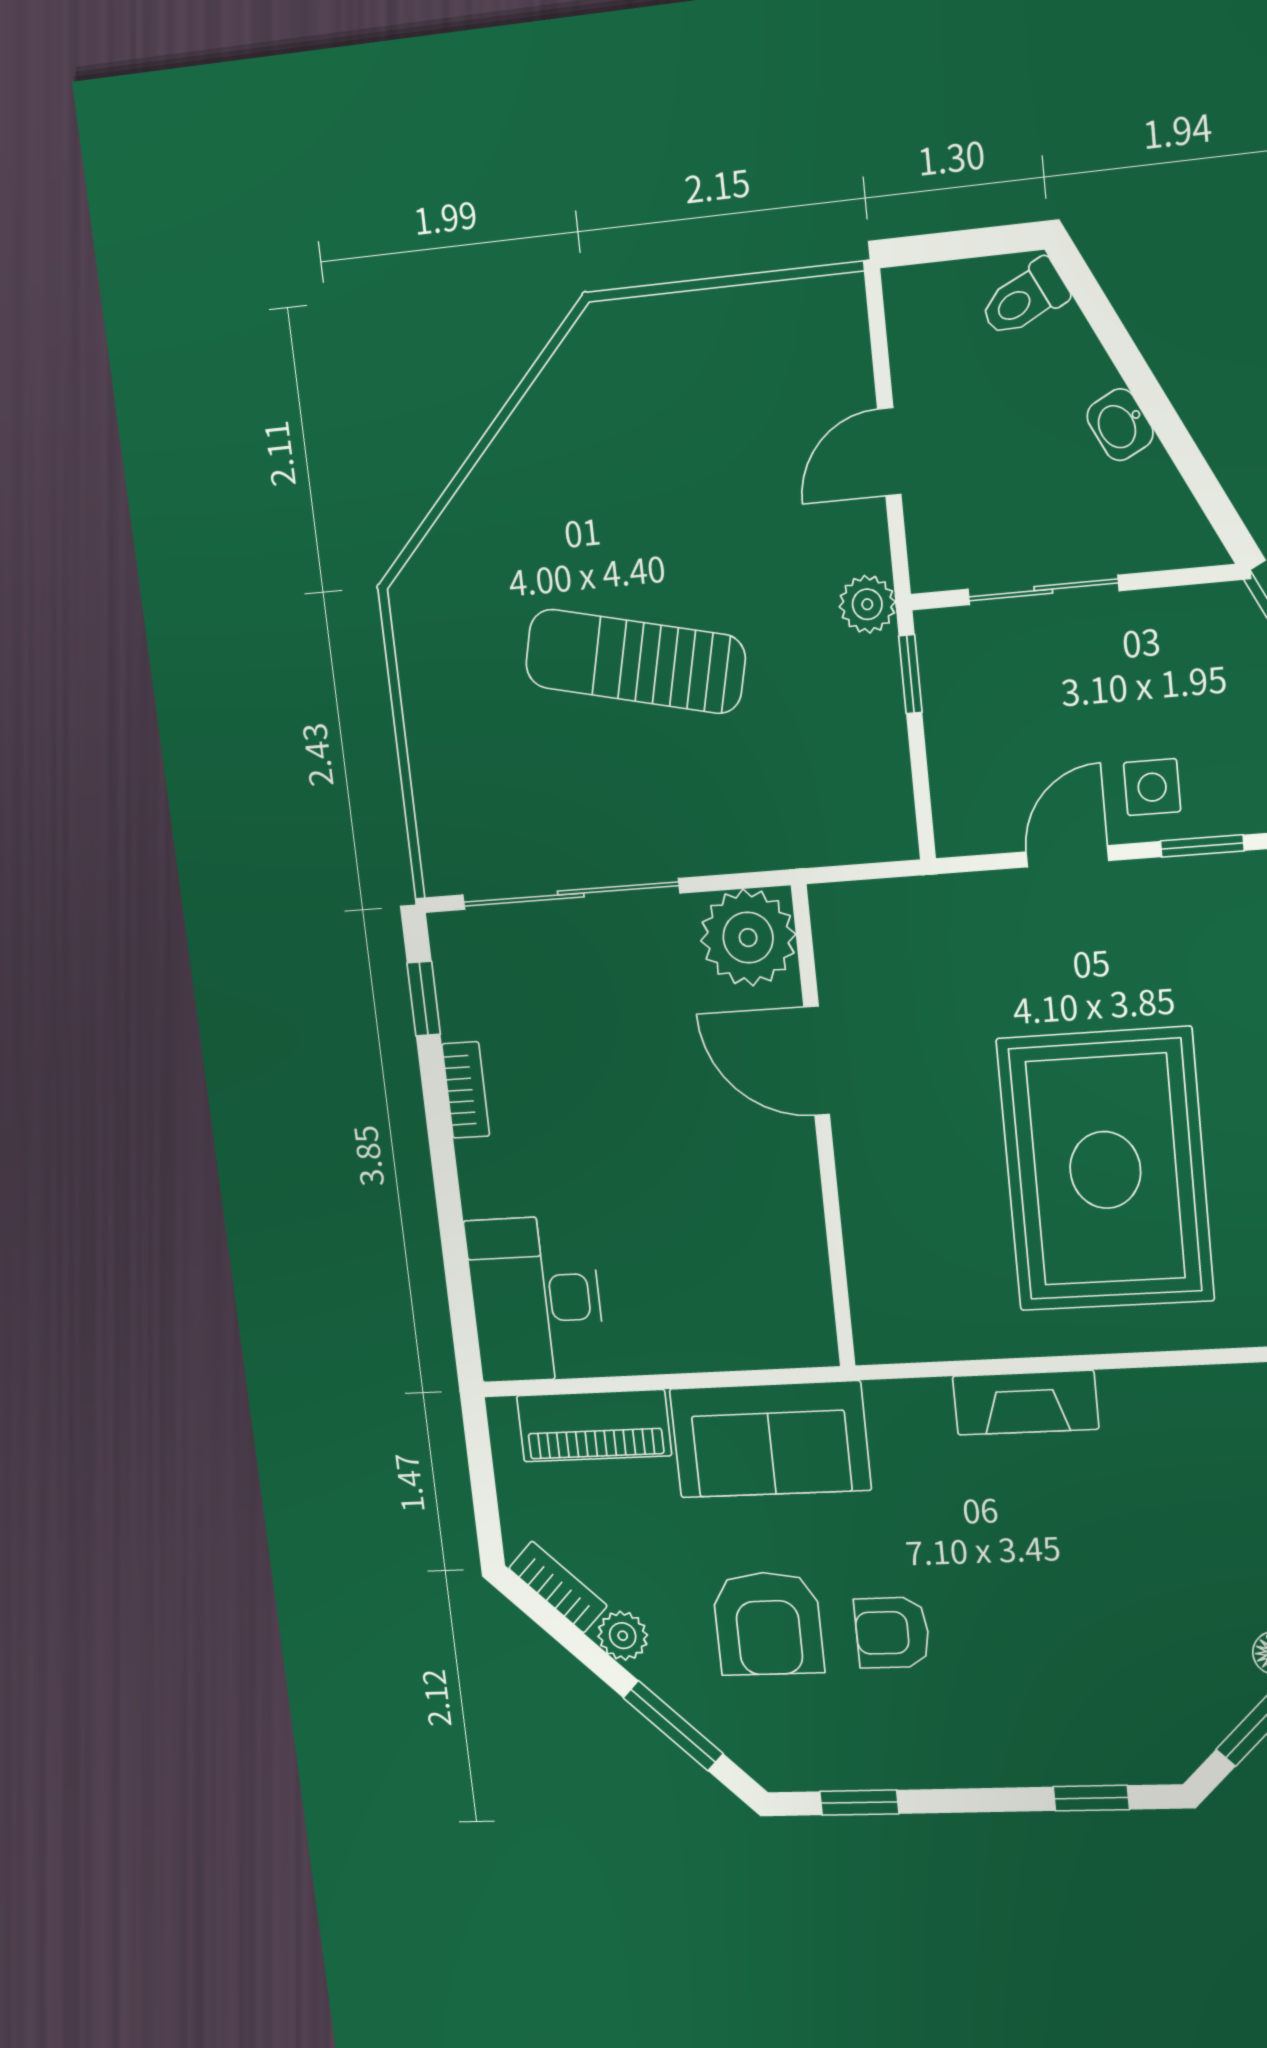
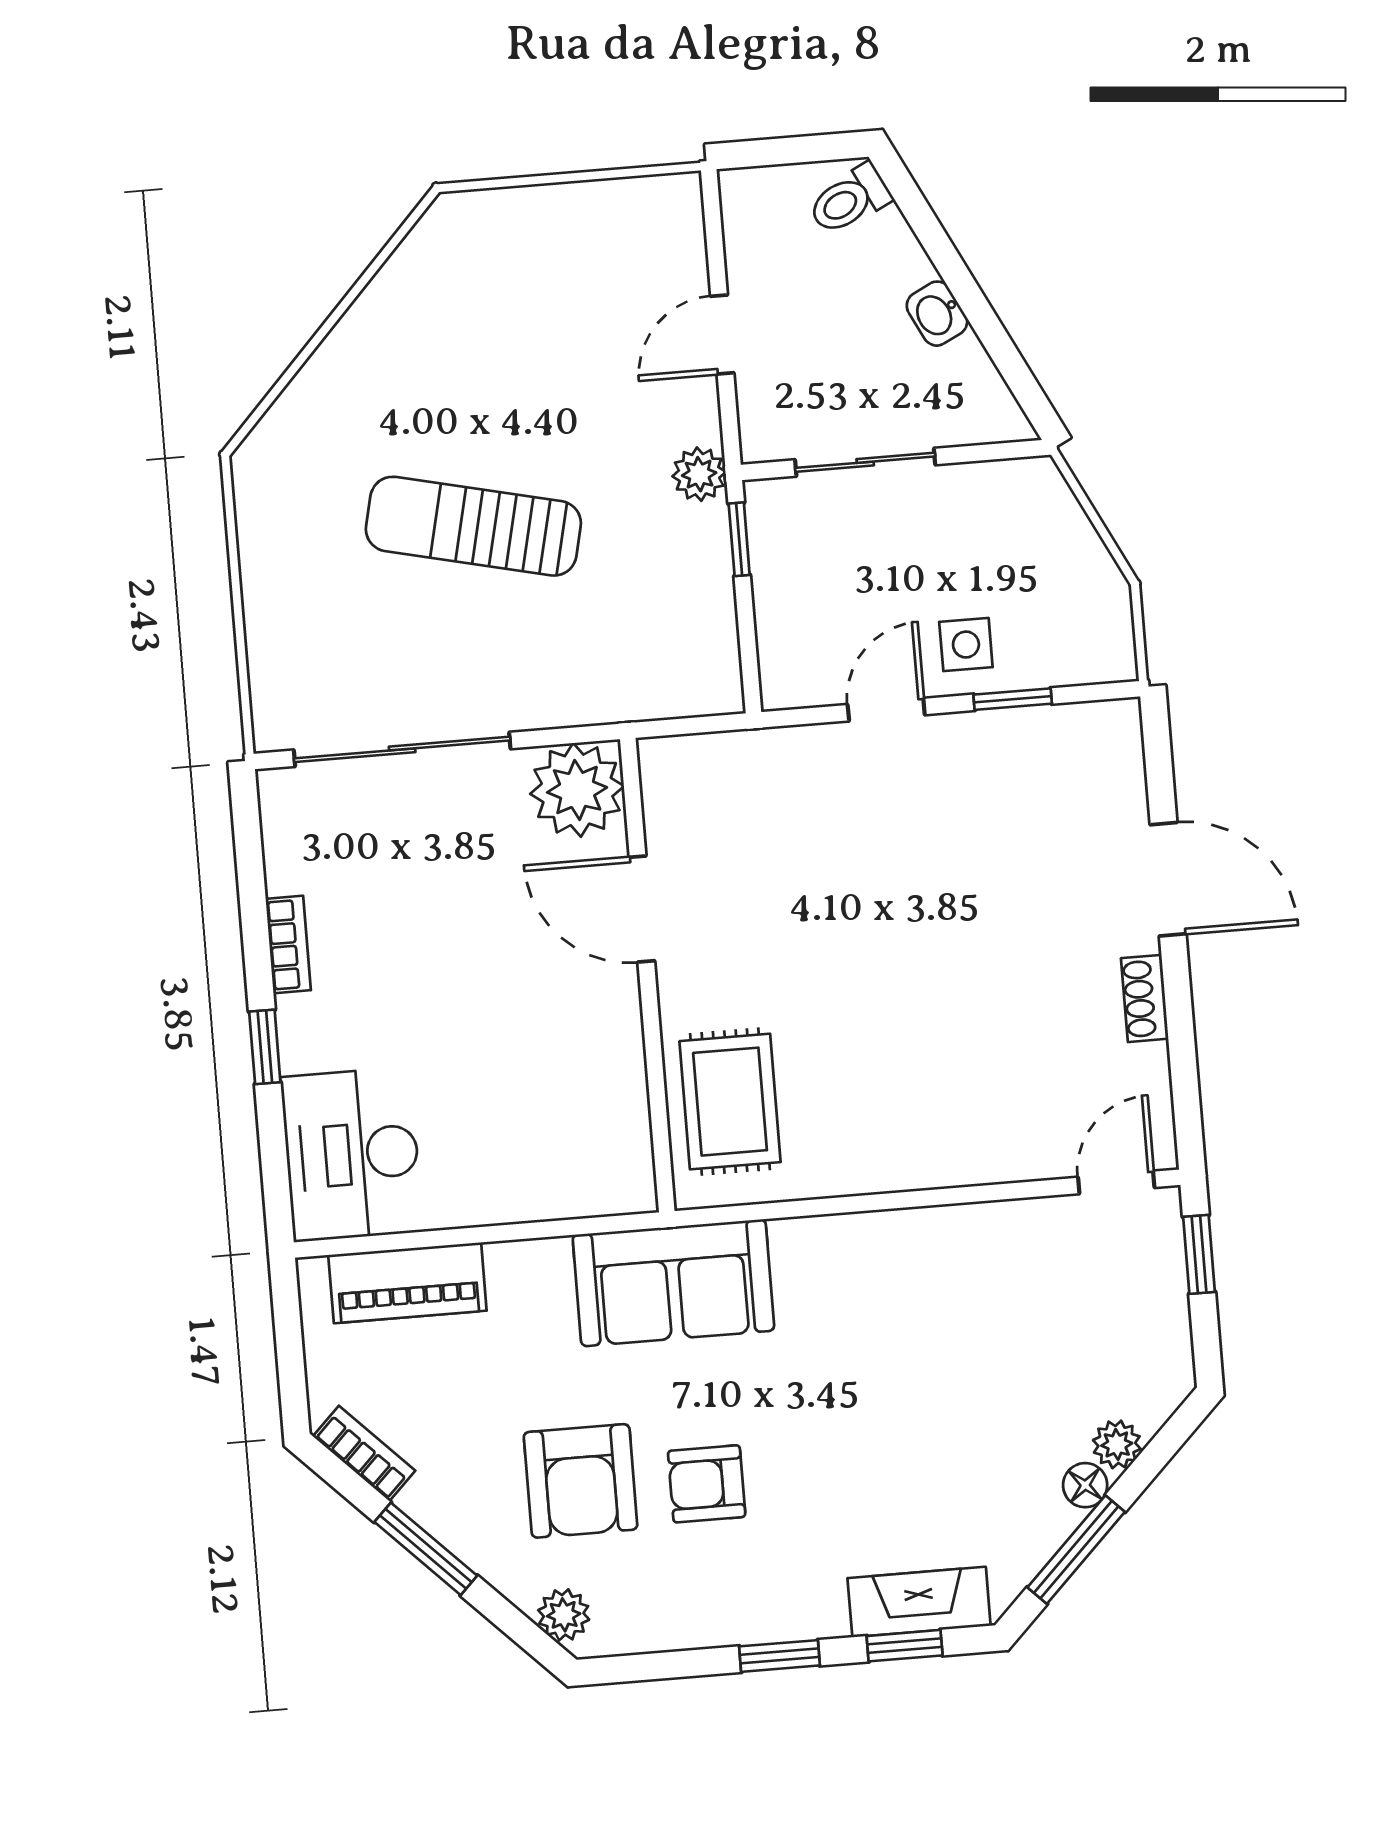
window: (424, 999) -> (265, 1047), moved
rug: (1105, 1170) -> (730, 1102), moved, width x0.54, depth x0.49
fireplace: (1026, 1403) -> (919, 1602), moved, turned 180
sofa: (770, 1439) -> (673, 1283), moved
plant: (623, 1636) -> (564, 1615), moved
window: (673, 1726) -> (426, 1549), moved
window: (859, 1803) -> (780, 1656), moved

